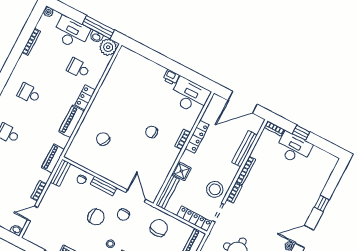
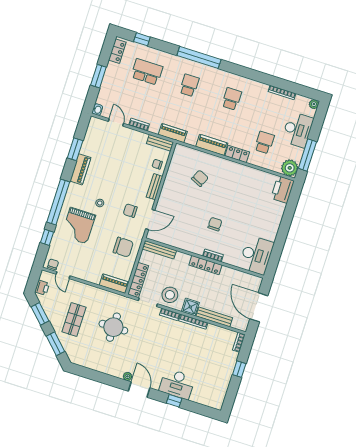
washbasin: (96, 37) -> (298, 155), removed
printer: (171, 77) -> (282, 189), moved, width x1.87, depth x1.48
locker: (197, 137) -> (205, 265), moved
desk: (294, 148) -> (177, 384), moved, turned 90
shower: (182, 171) -> (190, 307), moved
chair: (96, 217) -> (123, 185), removed

